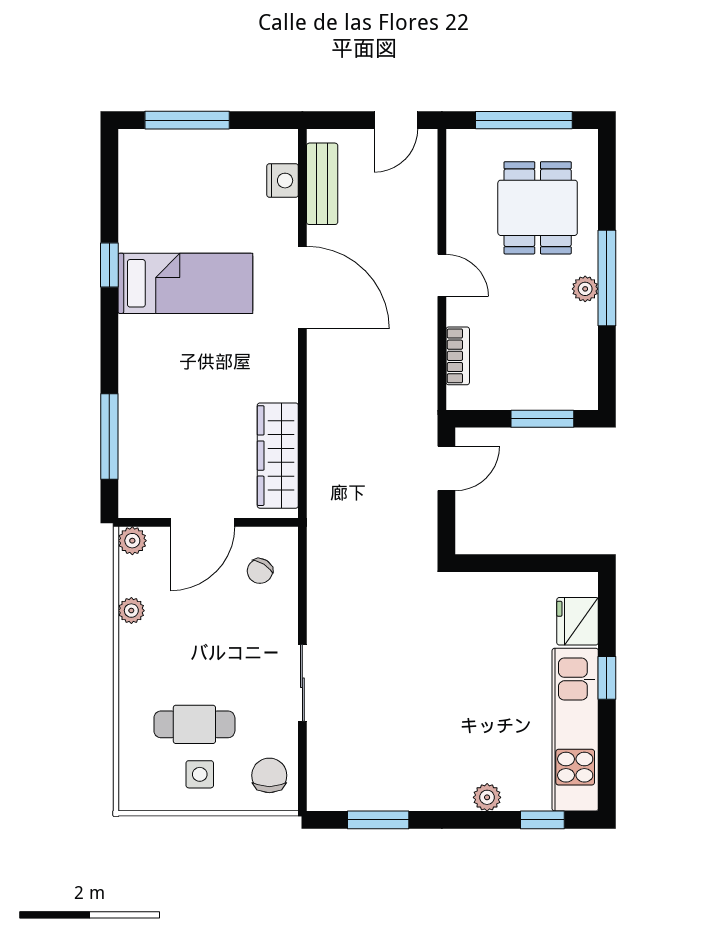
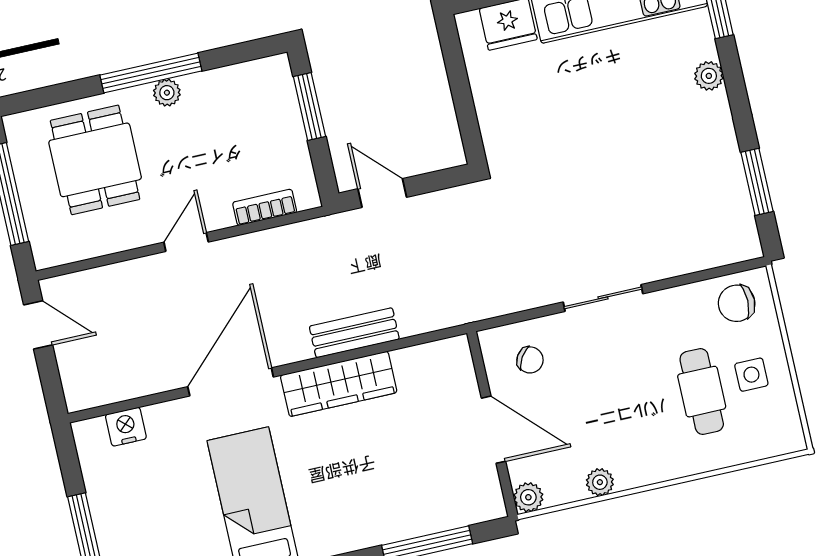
bench: (322, 184) -> (354, 333), moved
dining table: (538, 208) -> (95, 160), turned 90
wardrobe: (278, 456) -> (339, 384), moved
sliding door: (302, 683) -> (603, 298), moved

